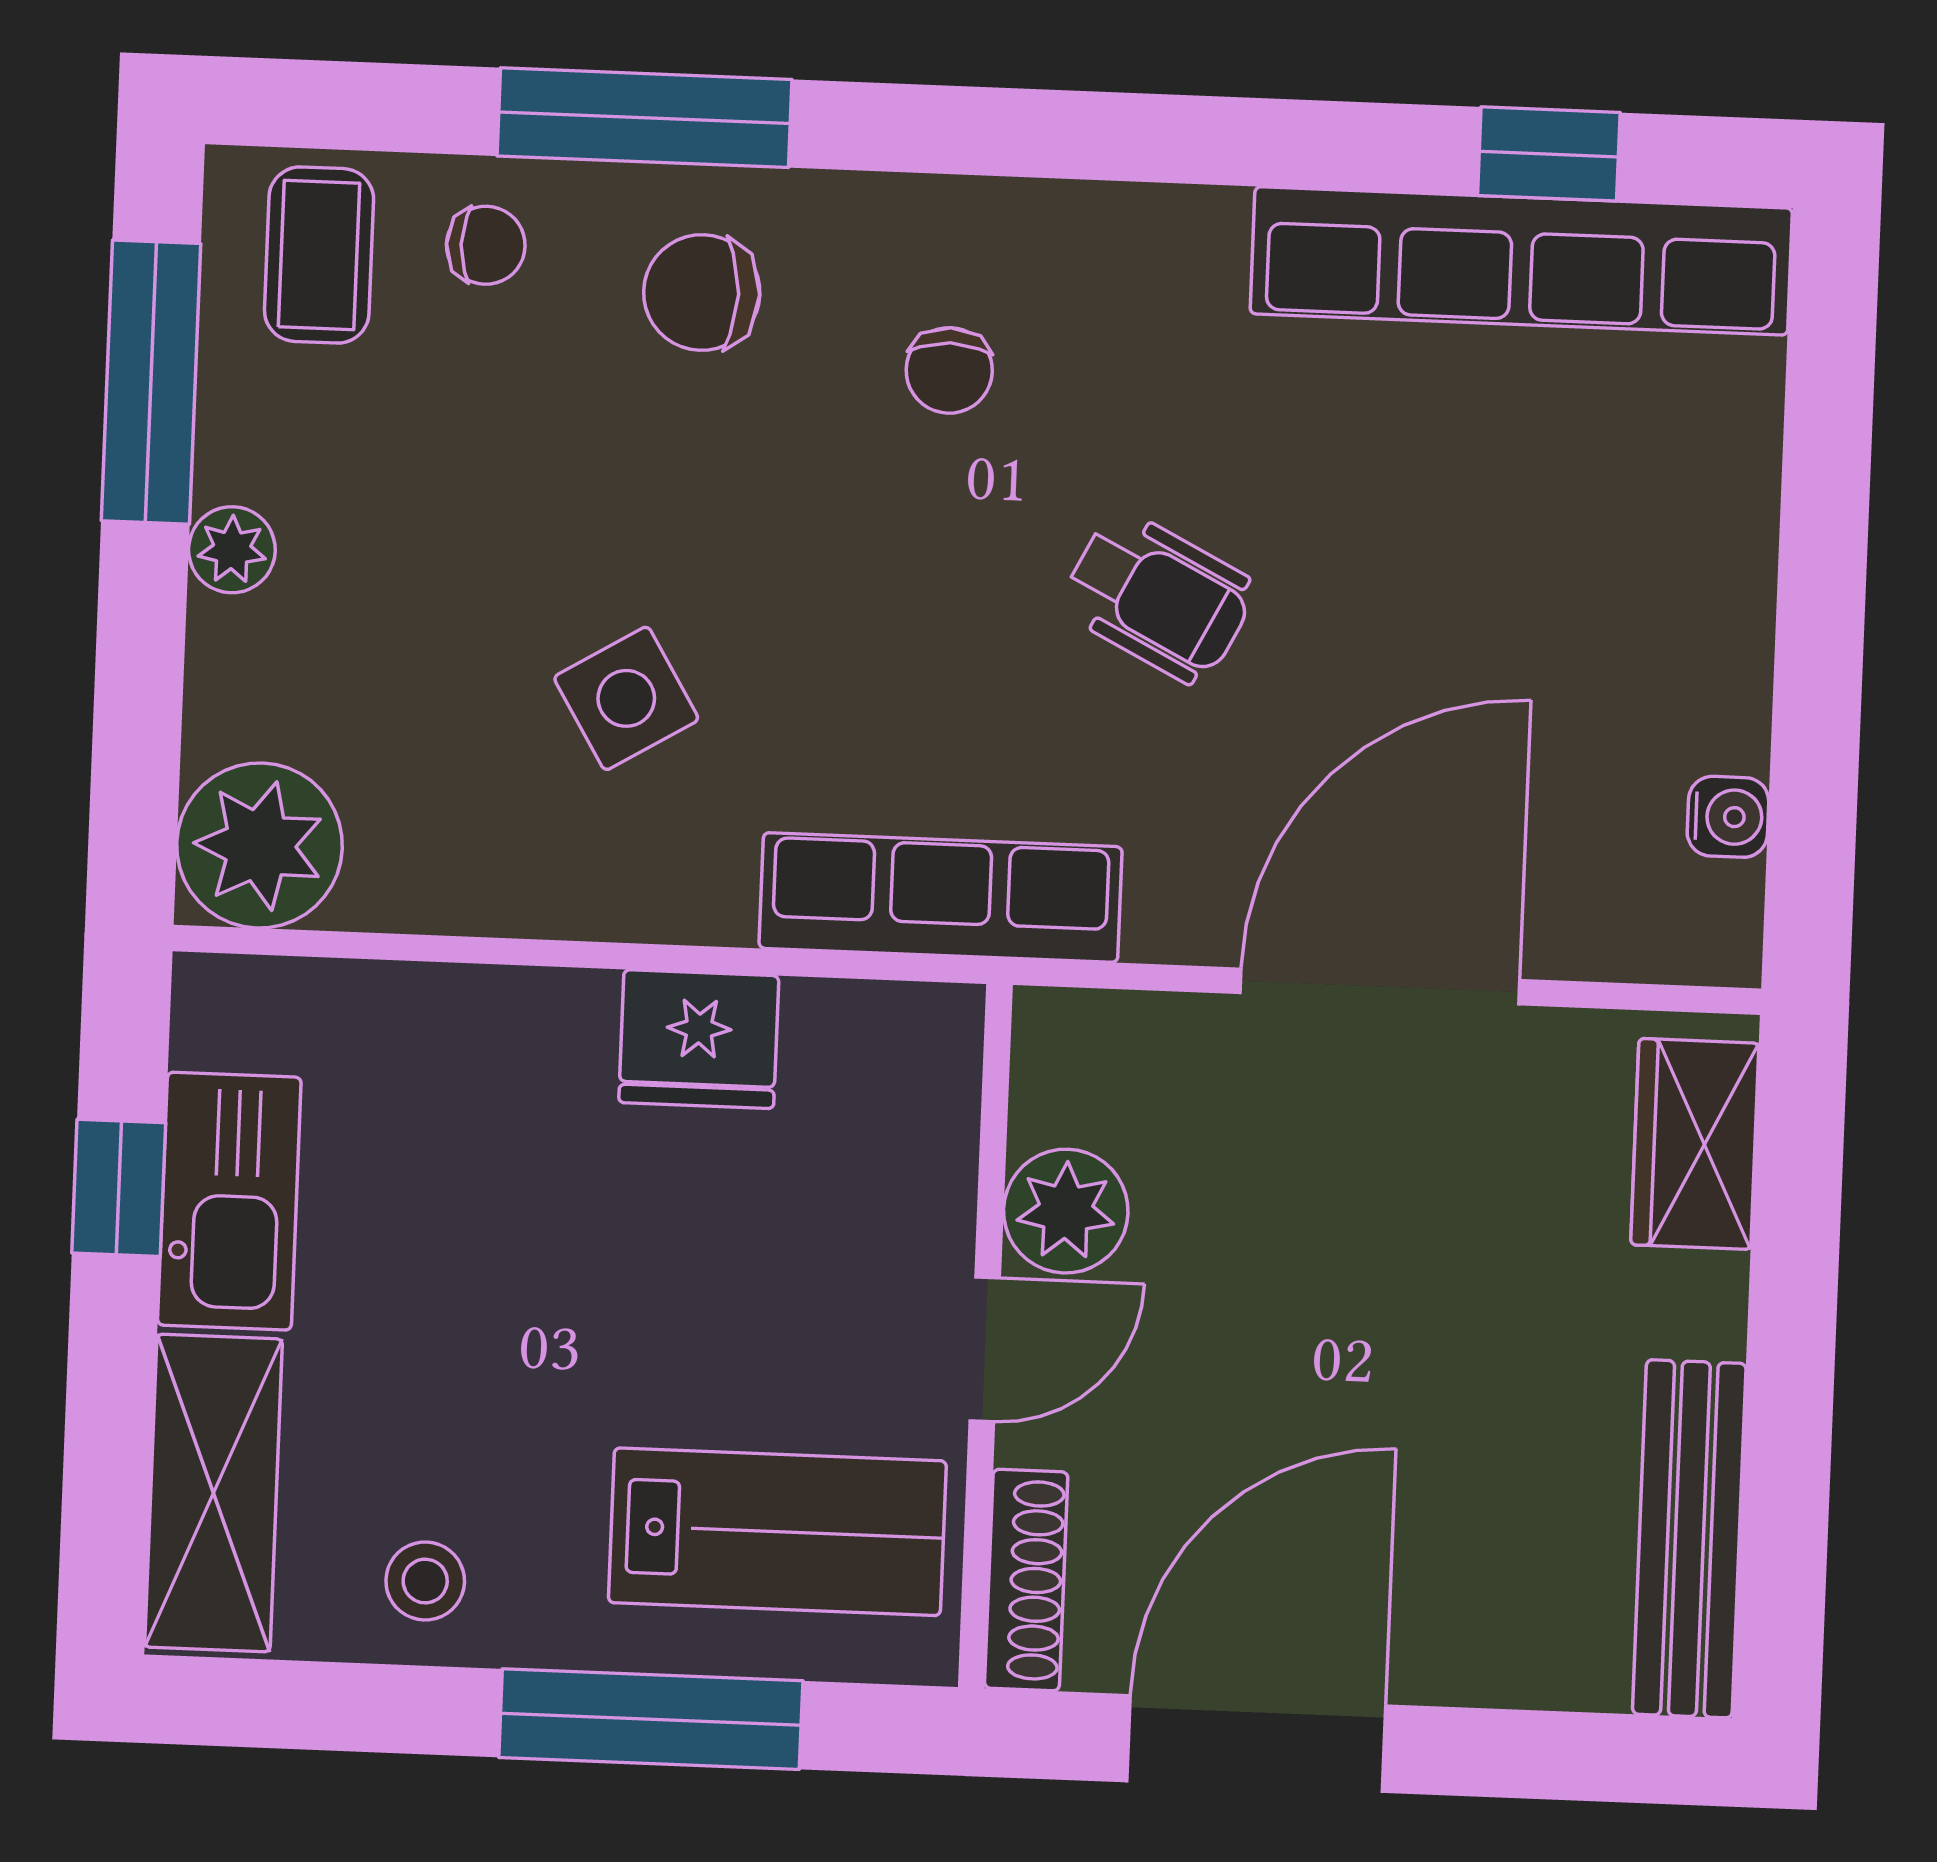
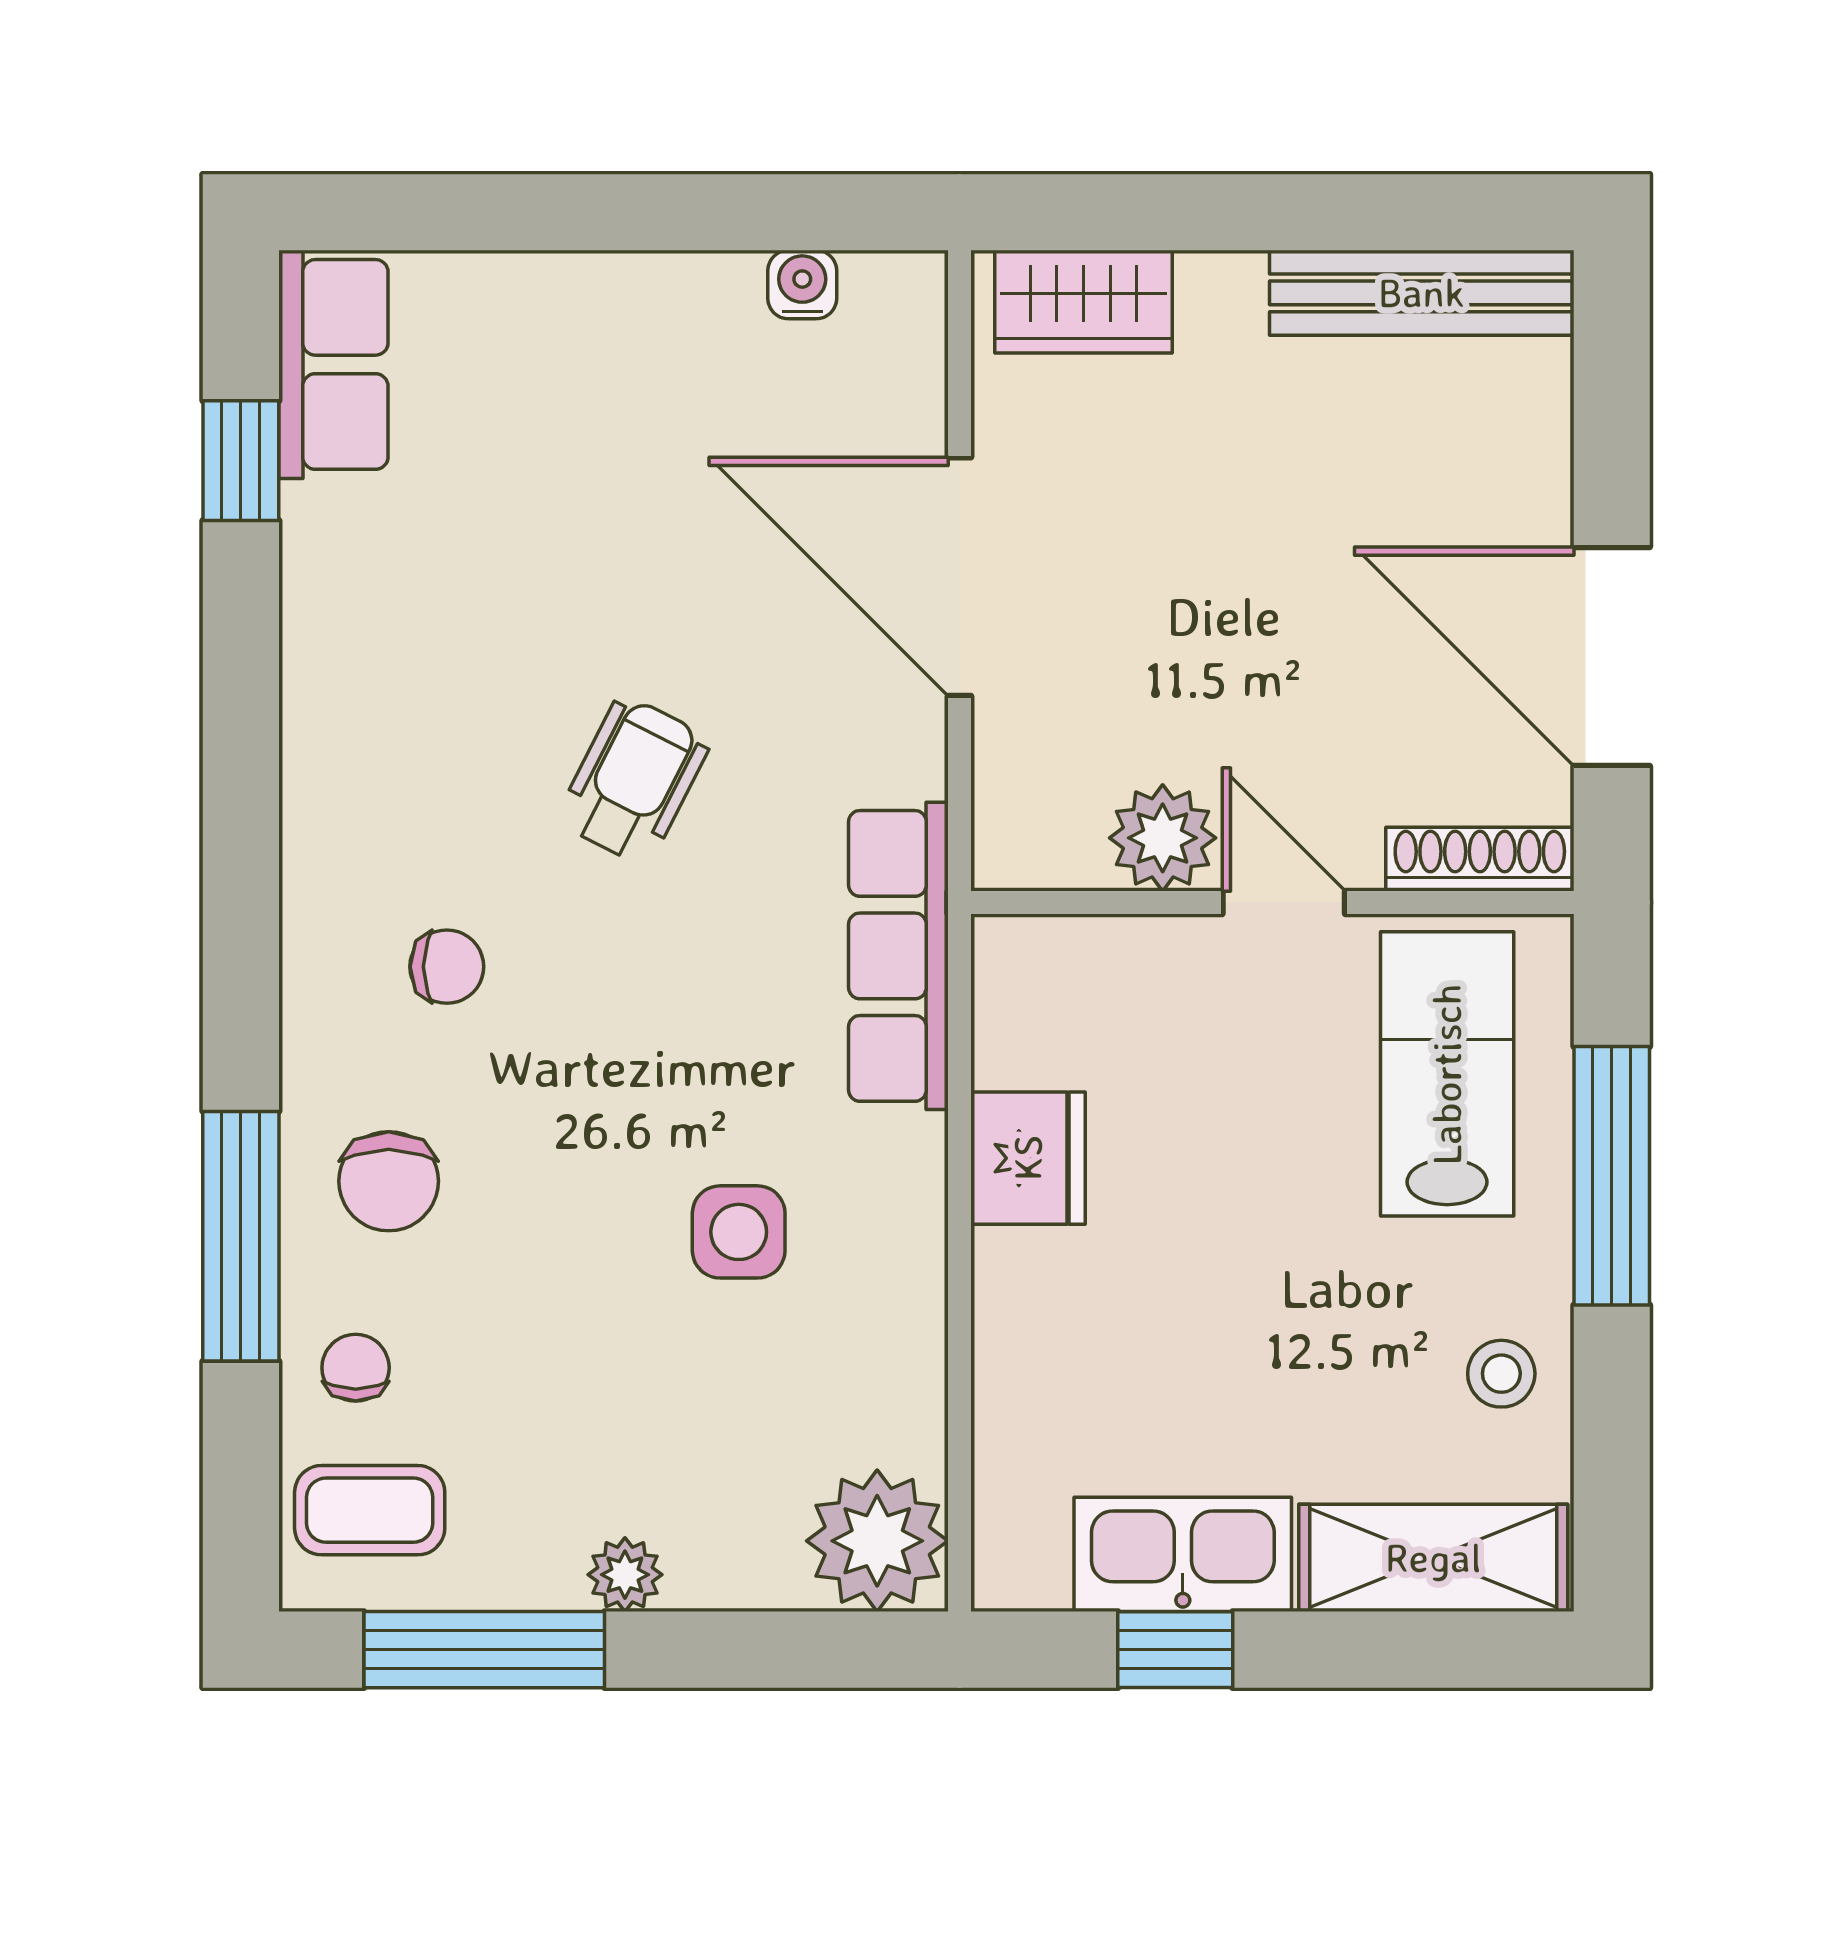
row of seats: (1521, 261) -> (333, 364), width x0.50
side table: (626, 698) -> (739, 1232), turned 31

